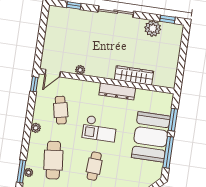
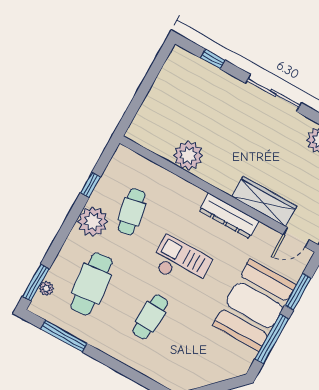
plant: (80, 70) -> (188, 155), width x1.87, depth x1.87
door: (53, 73) -> (296, 237), moved
window: (34, 84) -> (90, 185), moved
plant: (36, 128) -> (93, 222), width x1.87, depth x1.87
checkout: (100, 129) -> (181, 263), turned 180

